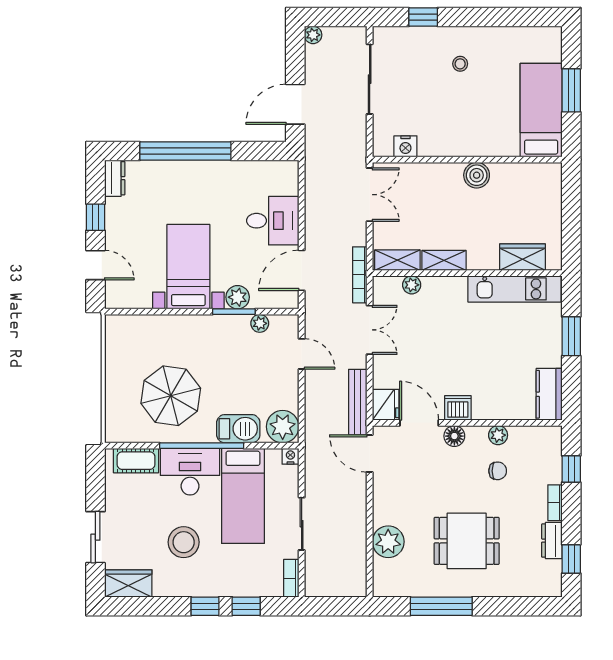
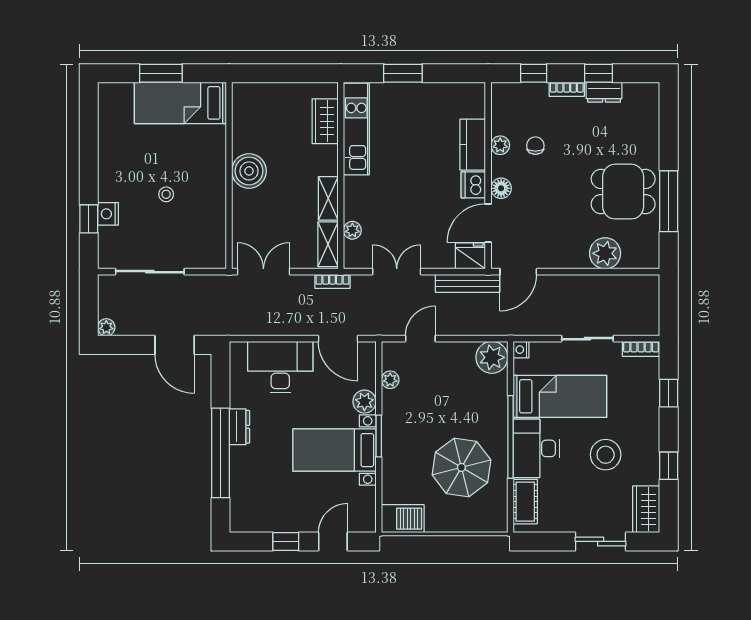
stool: (460, 64) -> (166, 194), moved
nightstand: (405, 146) -> (108, 214), moved, turned 180
boiler: (477, 175) -> (249, 171), width x1.37, depth x1.37
dresser: (115, 178) -> (239, 427), moved, turned 90
desk: (273, 221) -> (280, 367), width x1.37
bookcase: (360, 275) -> (332, 281), width x0.64
window: (234, 312) -> (379, 436), moved
kitchen counter: (549, 394) -> (473, 145), moved, turned 90
barbecue: (238, 429) -> (403, 519), moved, turned 90
dining table: (467, 541) -> (623, 192), moved, turned 90
window: (571, 559) -> (599, 73), moved
window: (205, 606) -> (669, 466), moved

